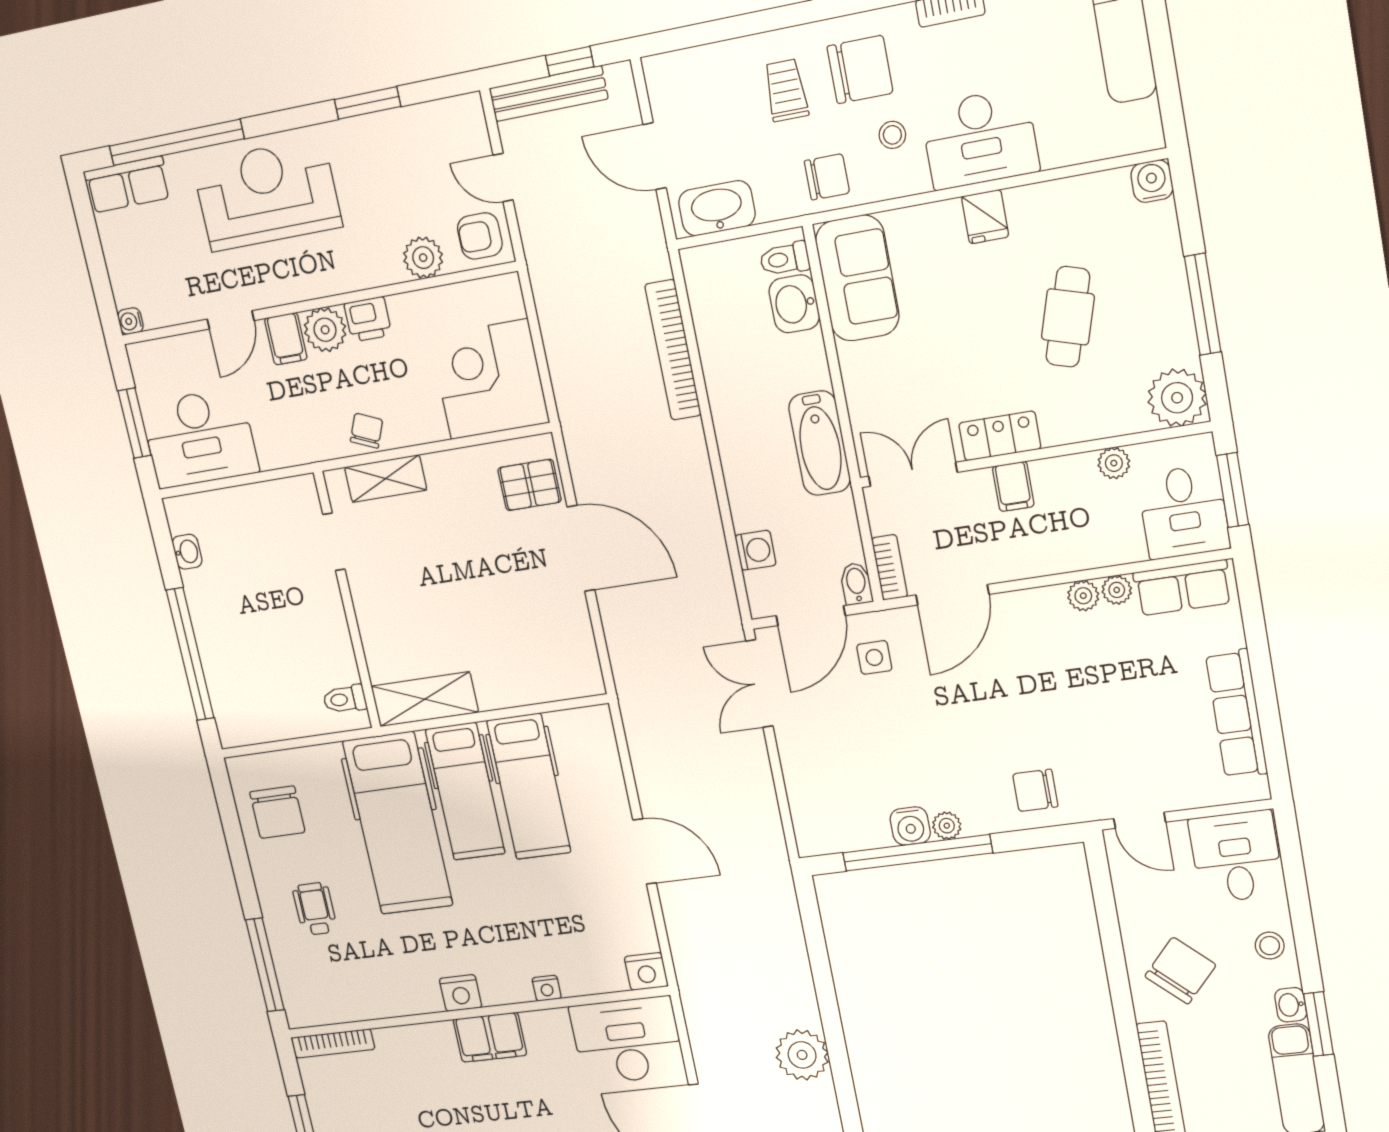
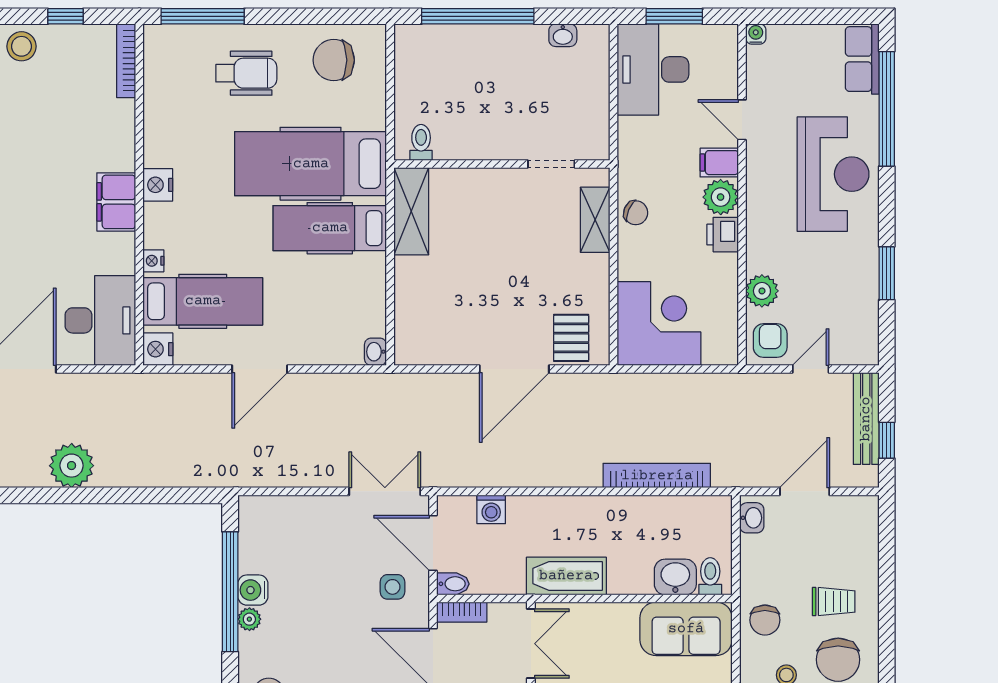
washbasin: (717, 208) -> (752, 518), width x0.52, depth x0.69
washbasin: (596, 718) -> (375, 352), added
hospital bed: (529, 786) -> (203, 301), moved, turned 180
wheelchair: (315, 909) -> (246, 73), width x1.36, depth x1.37

